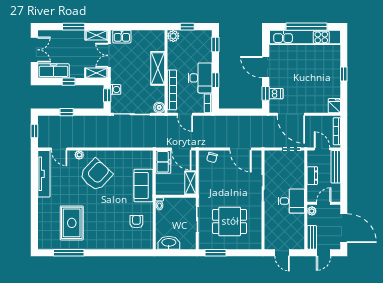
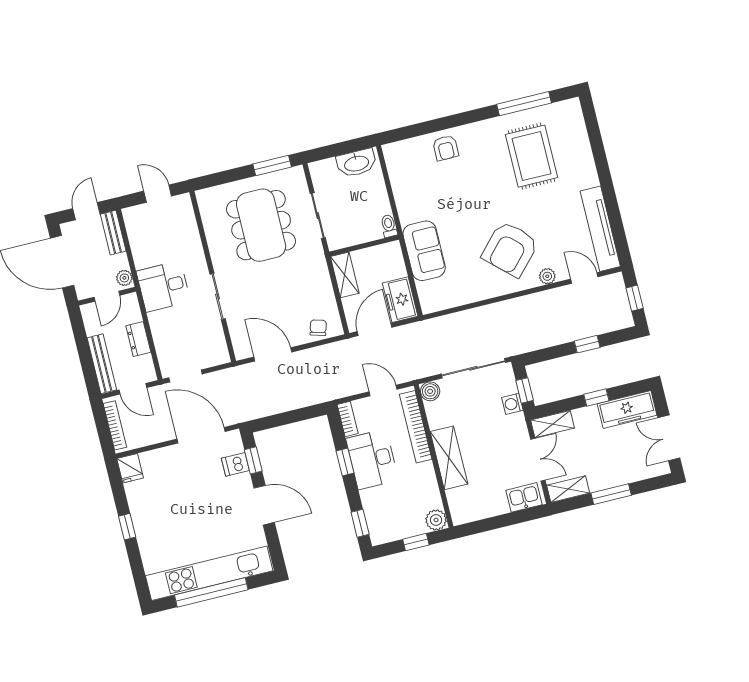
door: (181, 149) -> (375, 329), hinge flipped
dining table: (230, 221) -> (261, 225), width x1.38
armchair: (136, 222) -> (446, 148), moved

